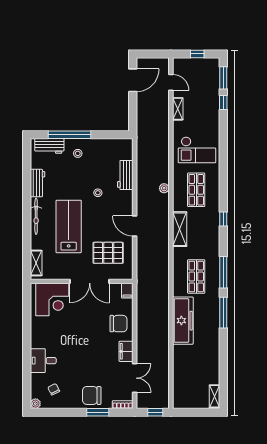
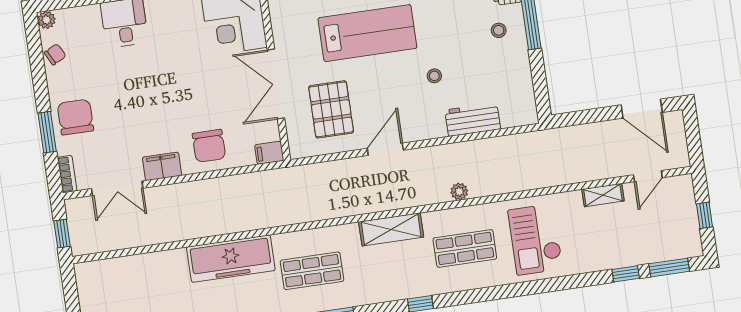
chair: (54, 389) -> (55, 54), moved

